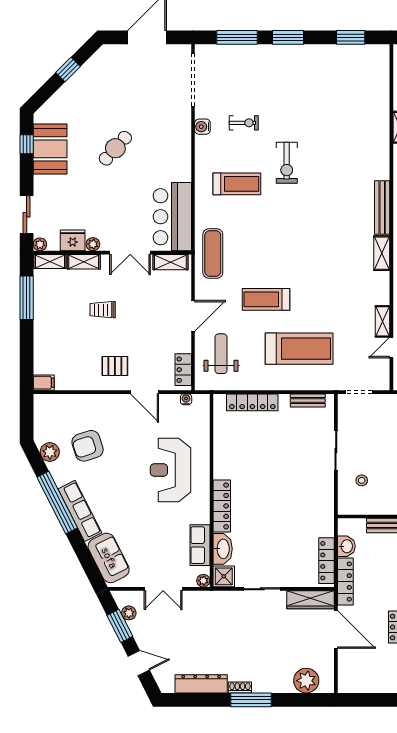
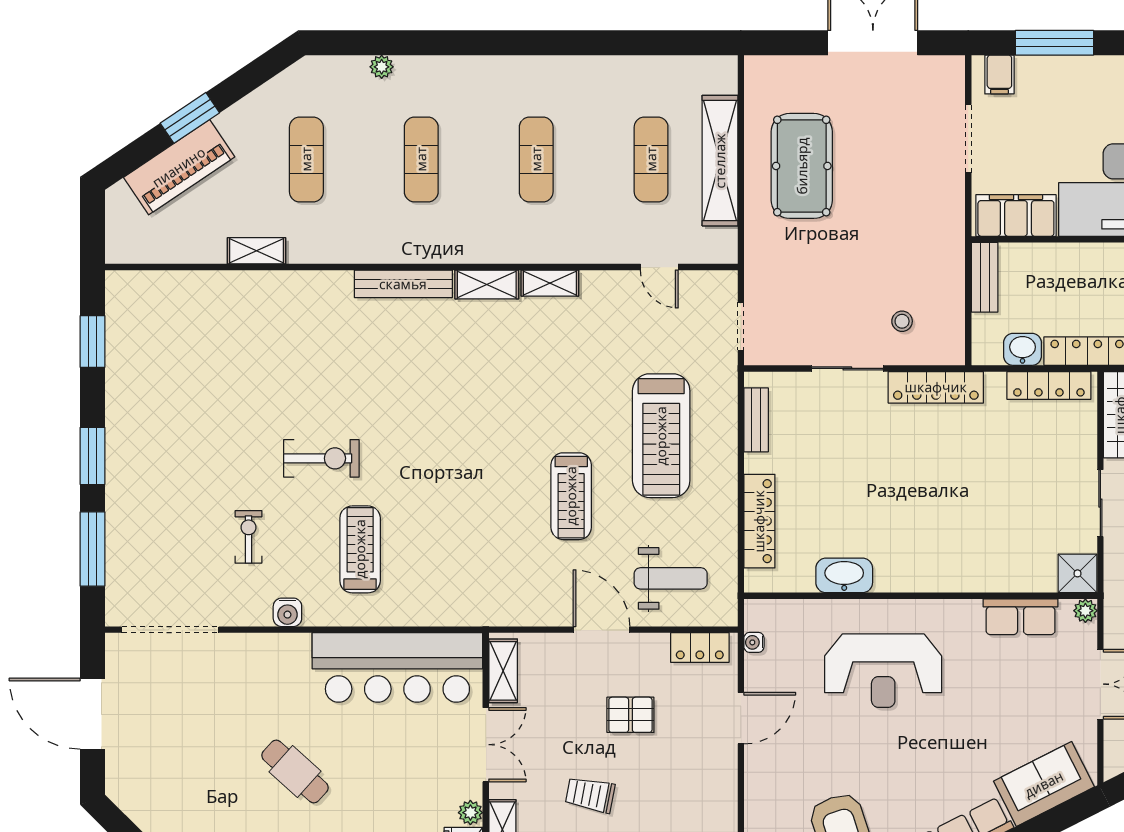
water cooler: (202, 127) -> (287, 612), moved
bar counter: (172, 217) -> (397, 667), width x1.36
exercise mat: (213, 253) -> (487, 593), removed
trolley: (103, 310) -> (590, 795), turned 101
shelving: (383, 321) -> (550, 283), moved
treadmill: (299, 349) -> (661, 436), turned 180
weight bench: (221, 354) -> (671, 578), turned 180
pallet: (115, 366) -> (630, 715), moved, turned 90
locker: (222, 506) -> (936, 387), moved, turned 180
washbasin: (223, 549) -> (844, 575), moved

